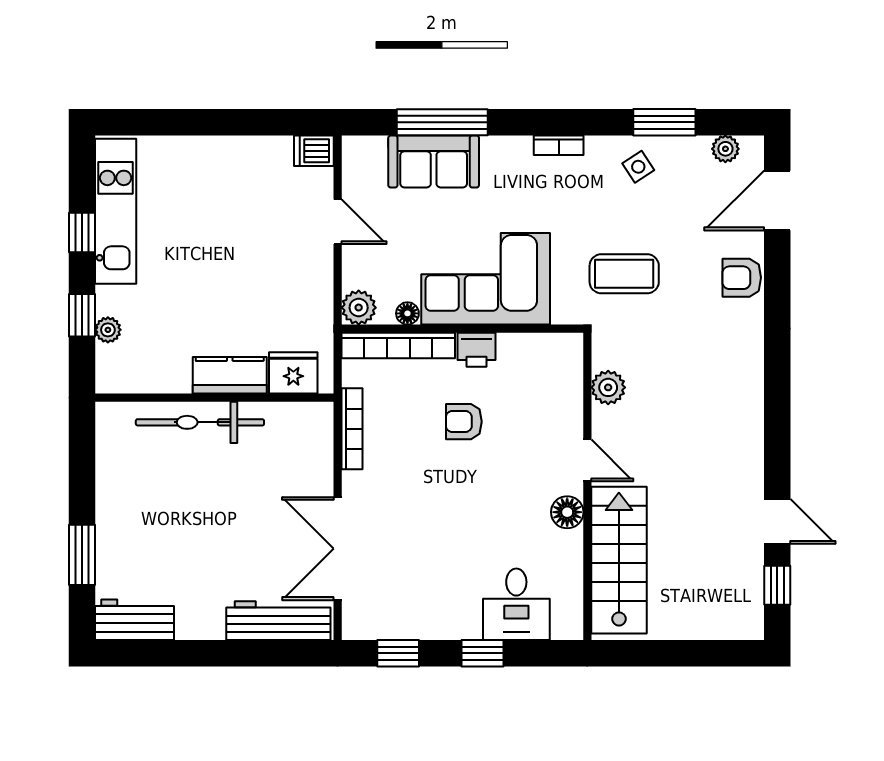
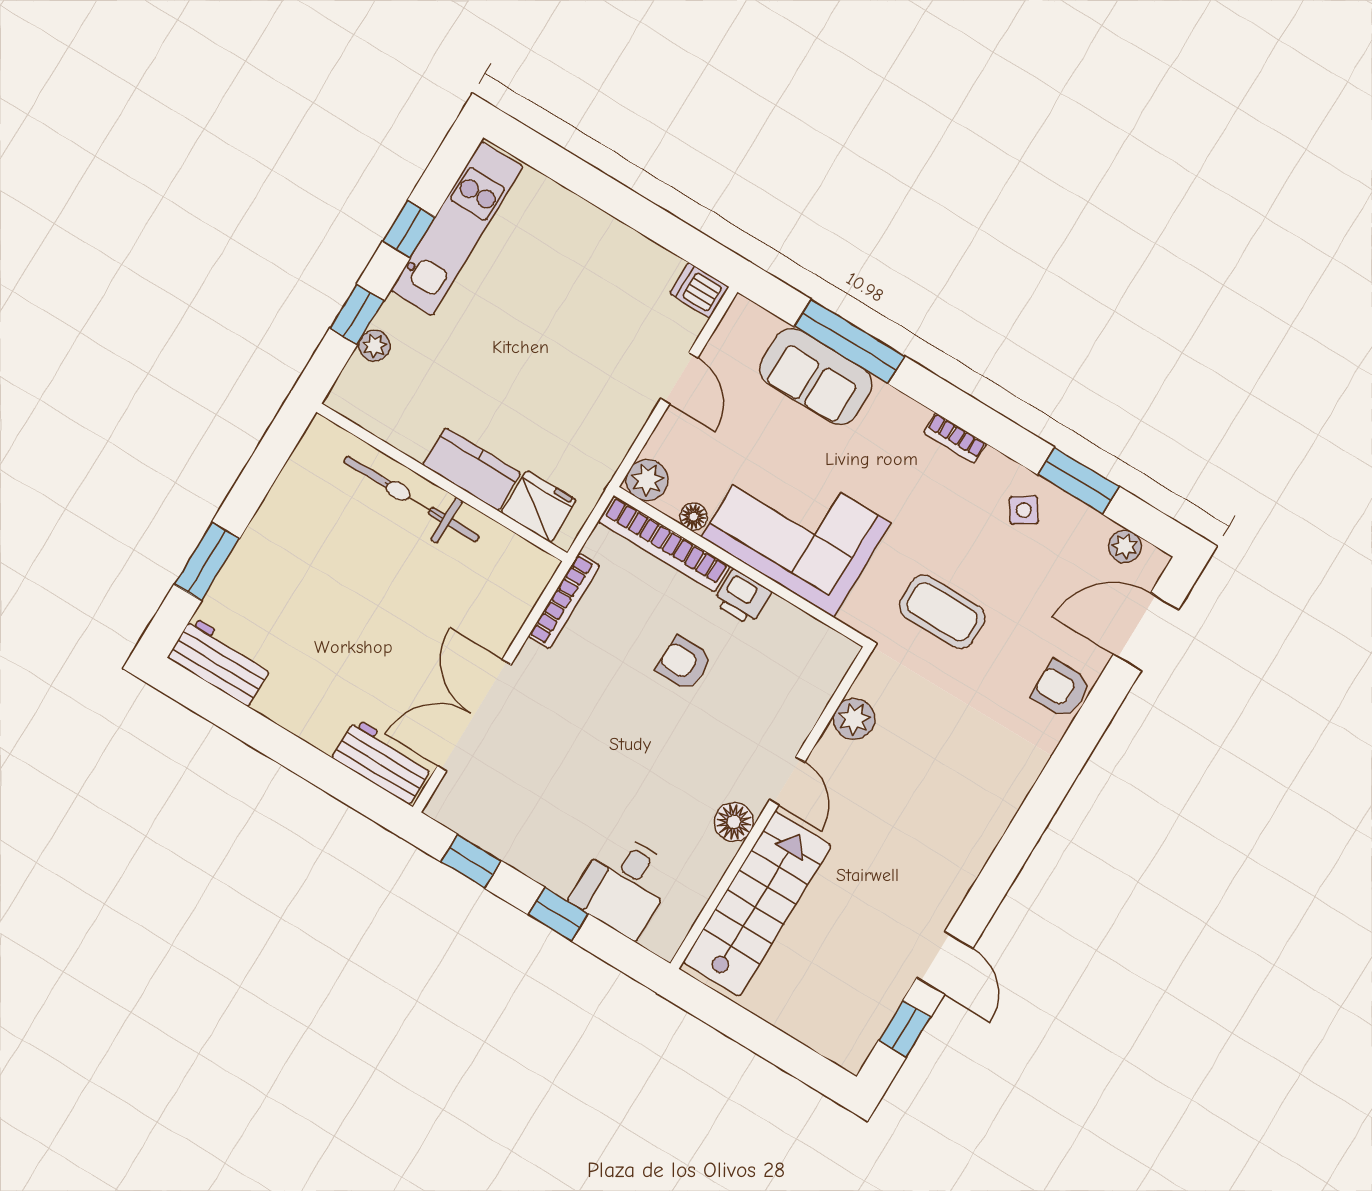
workbench: (278, 621) -> (383, 761), width x0.73

